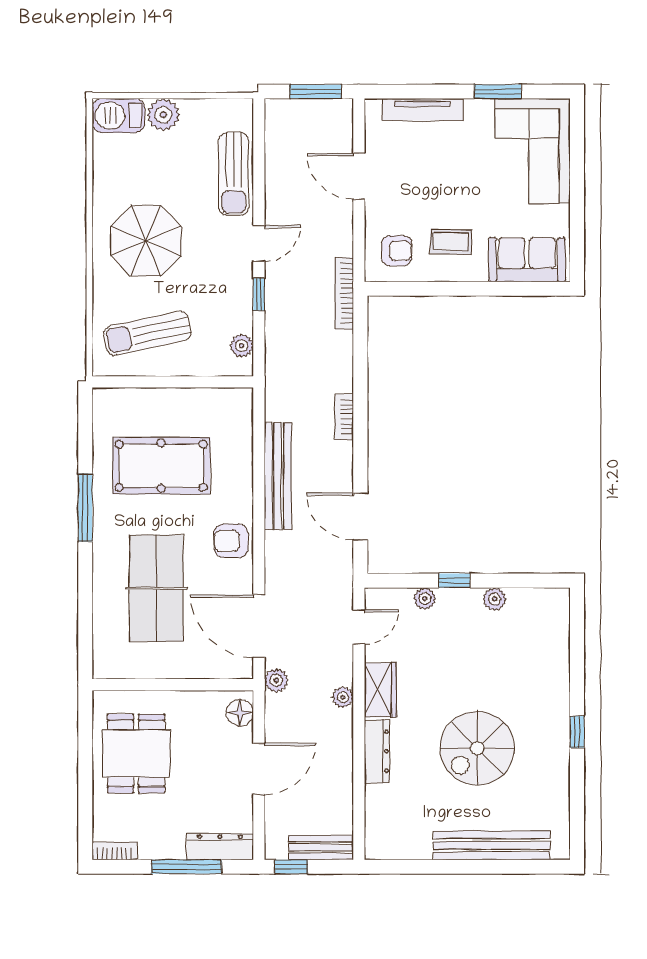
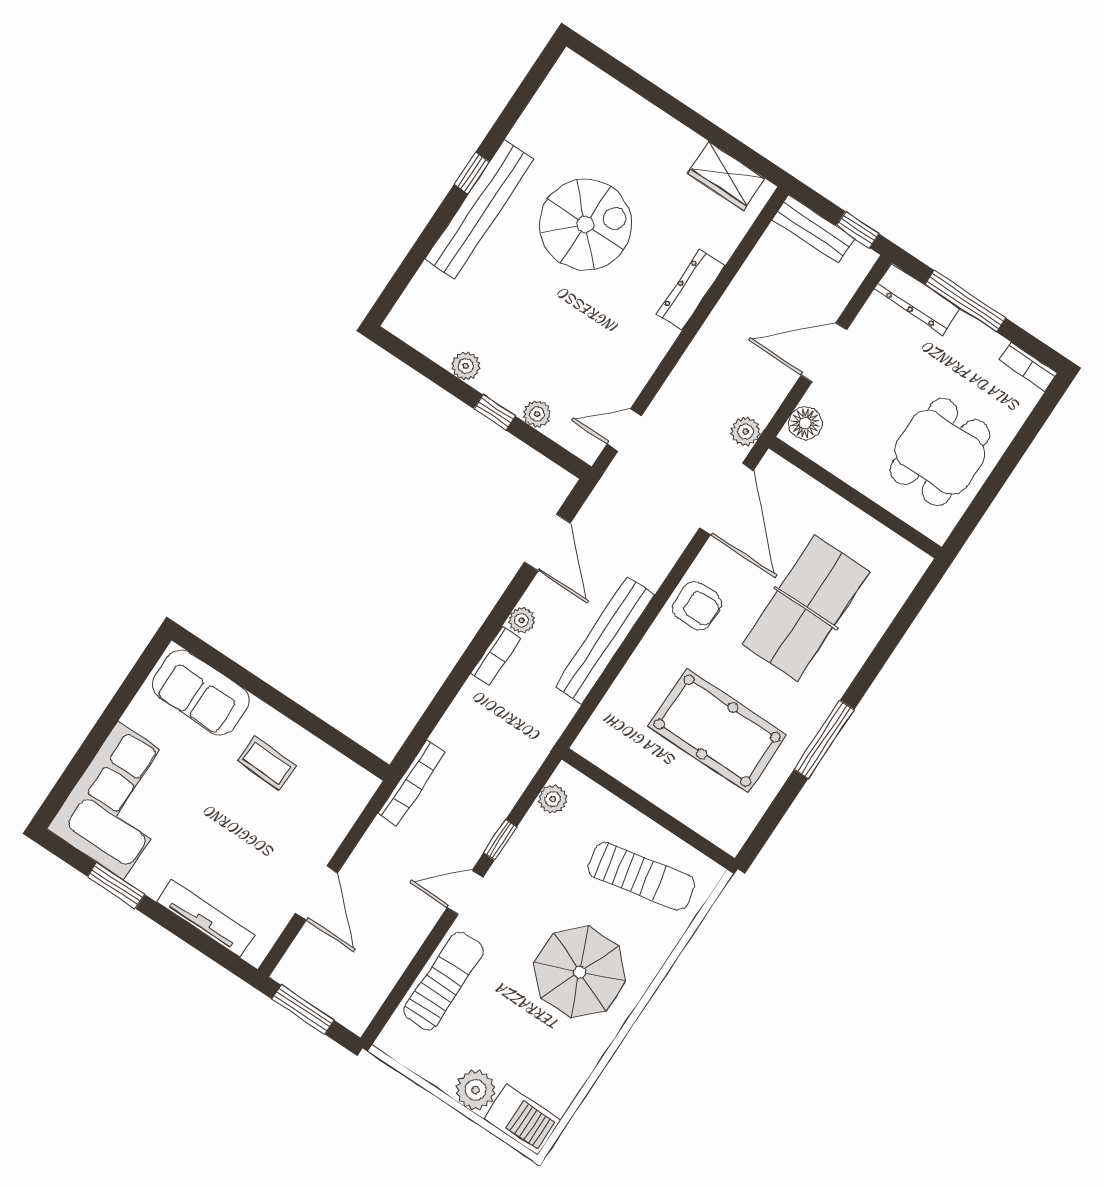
armchair: (397, 251) -> (329, 791), removed
wardrobe: (380, 690) -> (726, 176), moved, turned -90
plant: (343, 697) -> (522, 620), moved
bench: (492, 845) -> (479, 210), moved, turned 90

